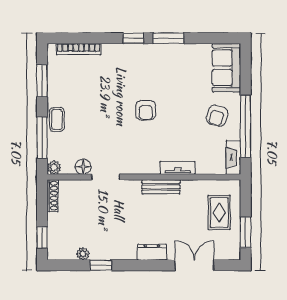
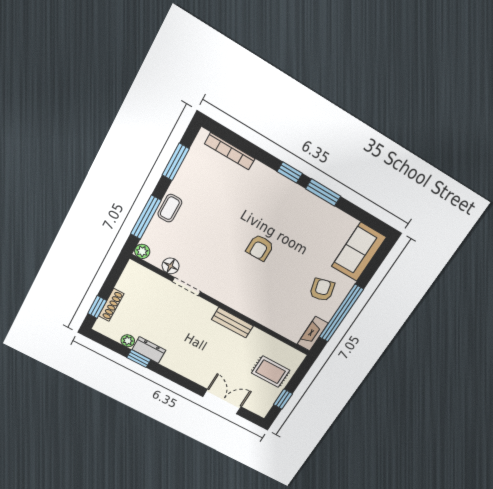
armchair: (217, 116) -> (322, 290), turned 147
tv unit: (178, 168) -> (257, 315), removed
shoe rack: (53, 196) -> (111, 305), moved
rug: (219, 213) -> (271, 372), turned 90
window: (246, 232) -> (283, 399), width x0.67
dresser: (152, 252) -> (149, 350), moved

